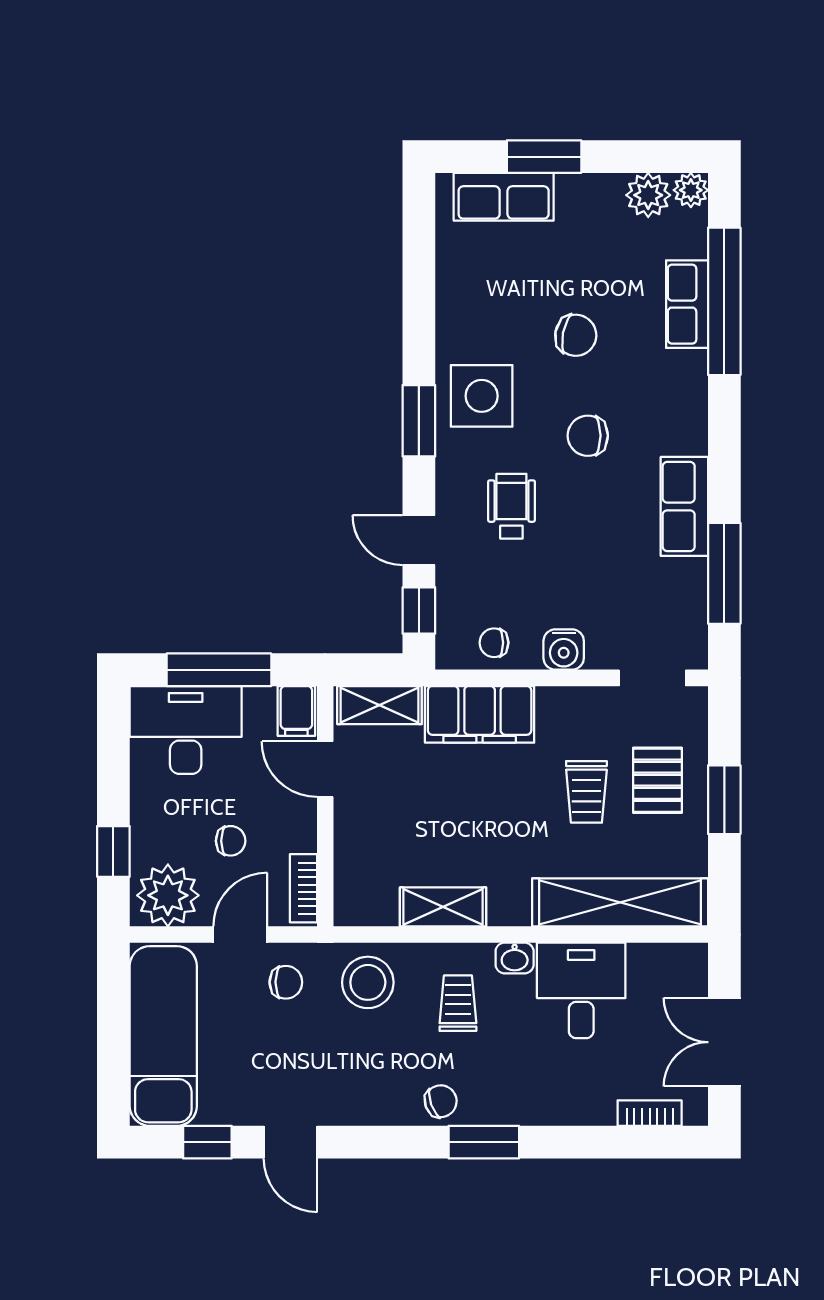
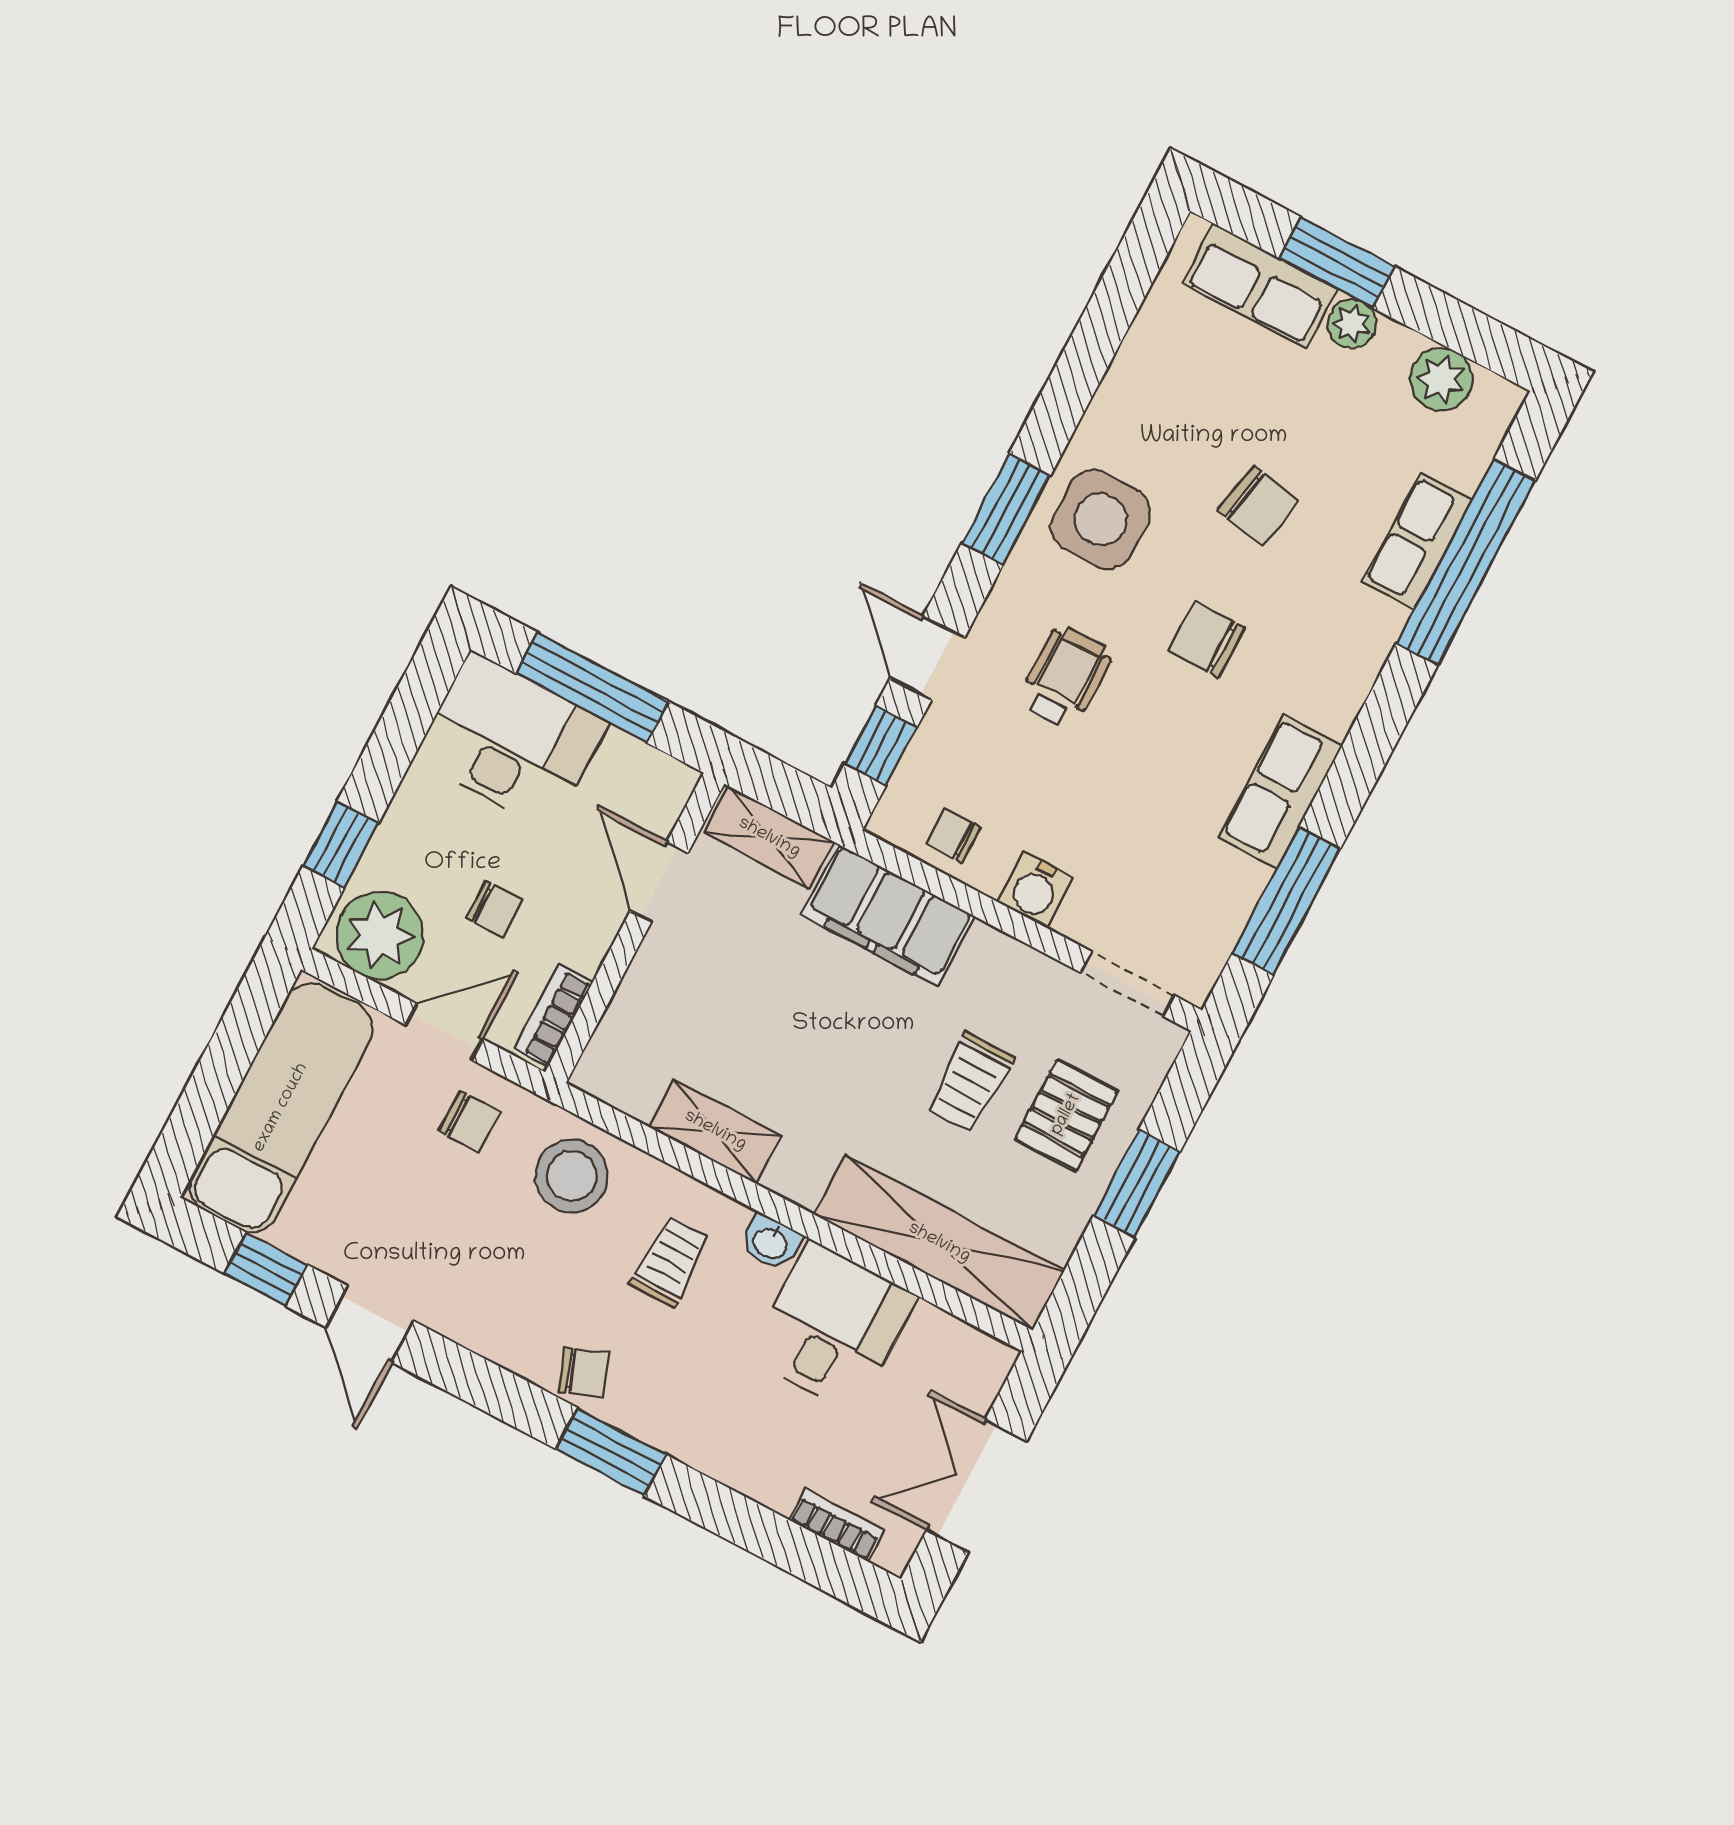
plant: (691, 190) -> (1352, 324), moved
filing cabinet: (296, 711) -> (662, 790), removed

